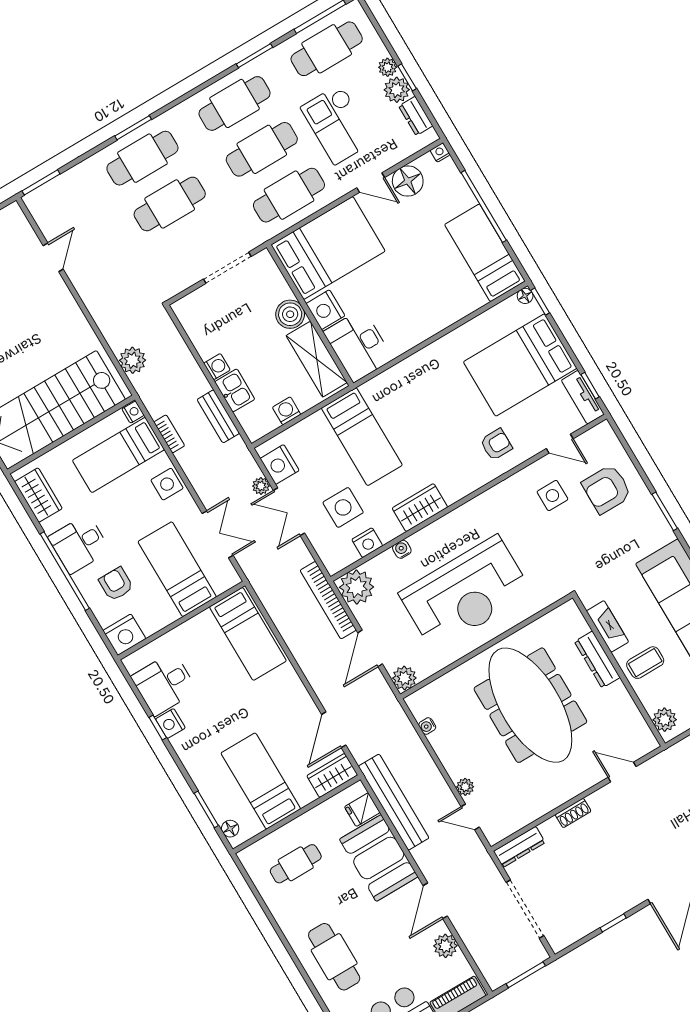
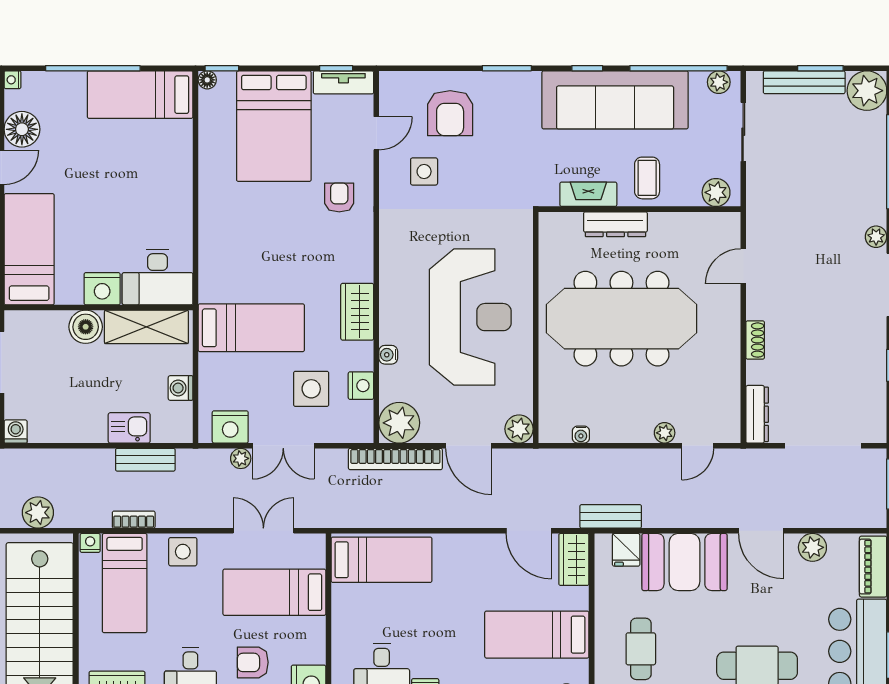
bed: (328, 248) -> (29, 249), width x0.67
washing machine: (217, 367) -> (16, 432), moved
bench: (394, 802) -> (611, 516), width x0.54, depth x0.82

